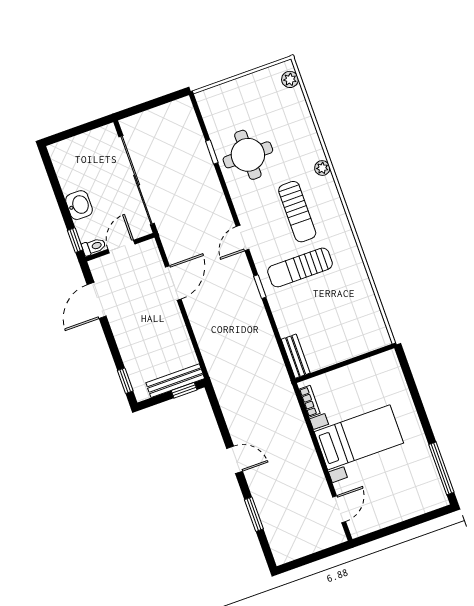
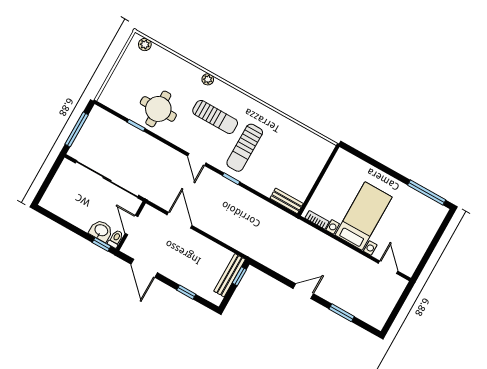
window: (149, 105) -> (77, 130), added
washbasin: (79, 205) -> (101, 231), moved
window: (125, 381) -> (186, 292), moved

